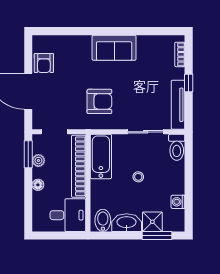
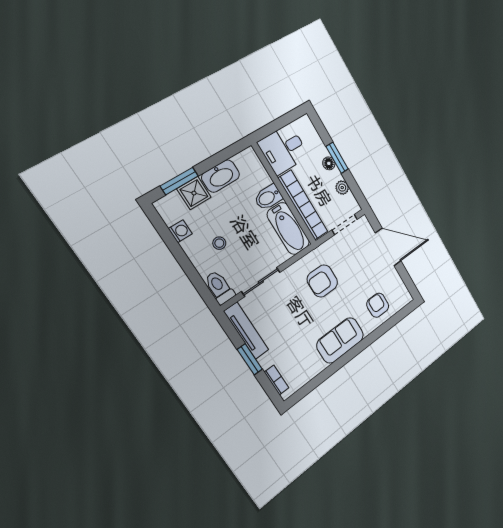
armchair: (44, 63) -> (378, 305), moved
window: (189, 83) -> (250, 359), width x1.50
window: (28, 154) -> (337, 158), moved
stool: (138, 177) -> (219, 243), moved
bidet: (103, 220) -> (268, 197), moved, turned 90

